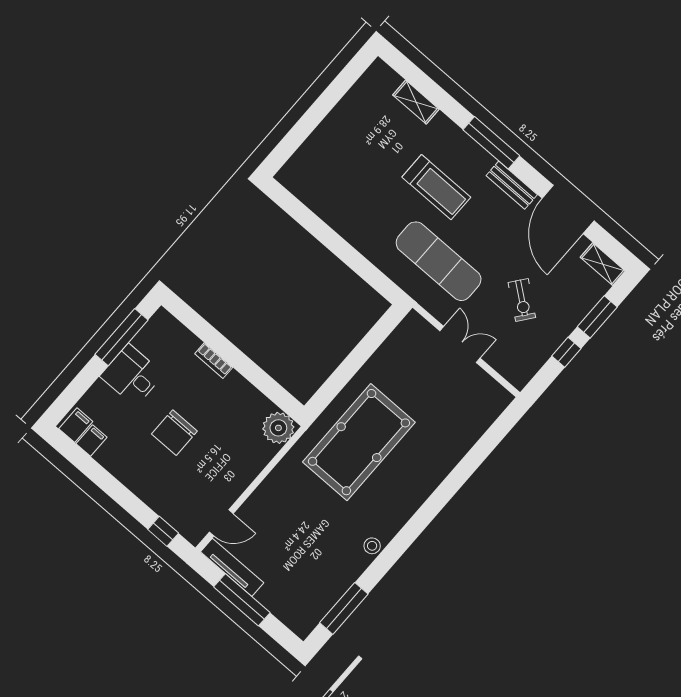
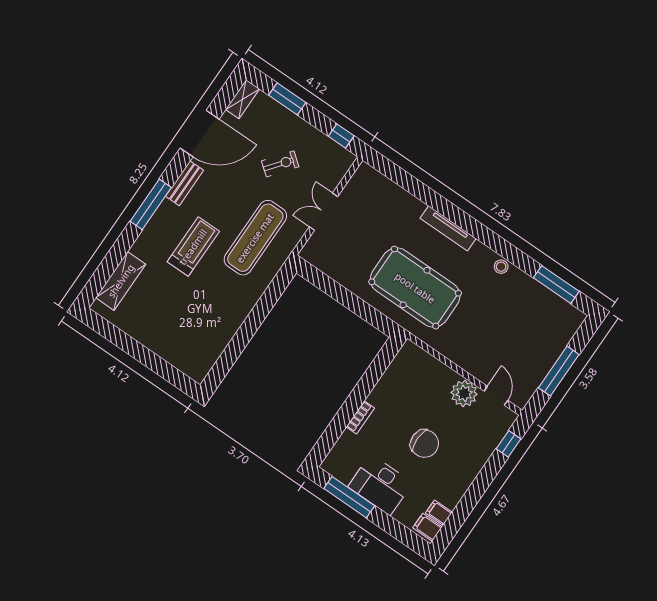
shelving: (416, 102) -> (121, 281), width x1.50, depth x1.33
window: (566, 352) -> (341, 136), moved
desk: (132, 375) -> (380, 485), width x1.37
plant: (278, 428) -> (464, 393), moved
tv unit: (232, 567) -> (448, 228), moved, turned -90

